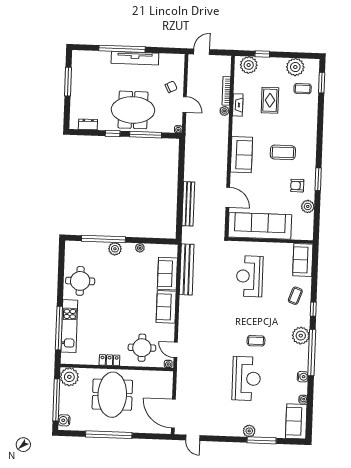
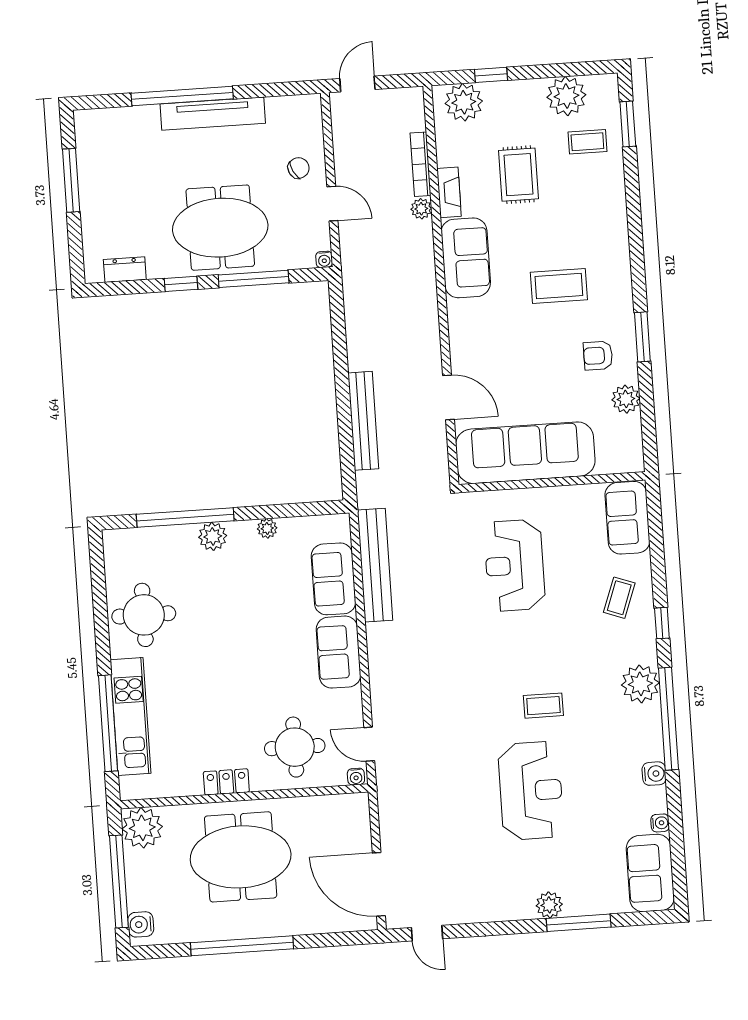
sofa: (241, 155) -> (466, 258), moved
meeting table: (112, 395) -> (241, 857), turned 90

